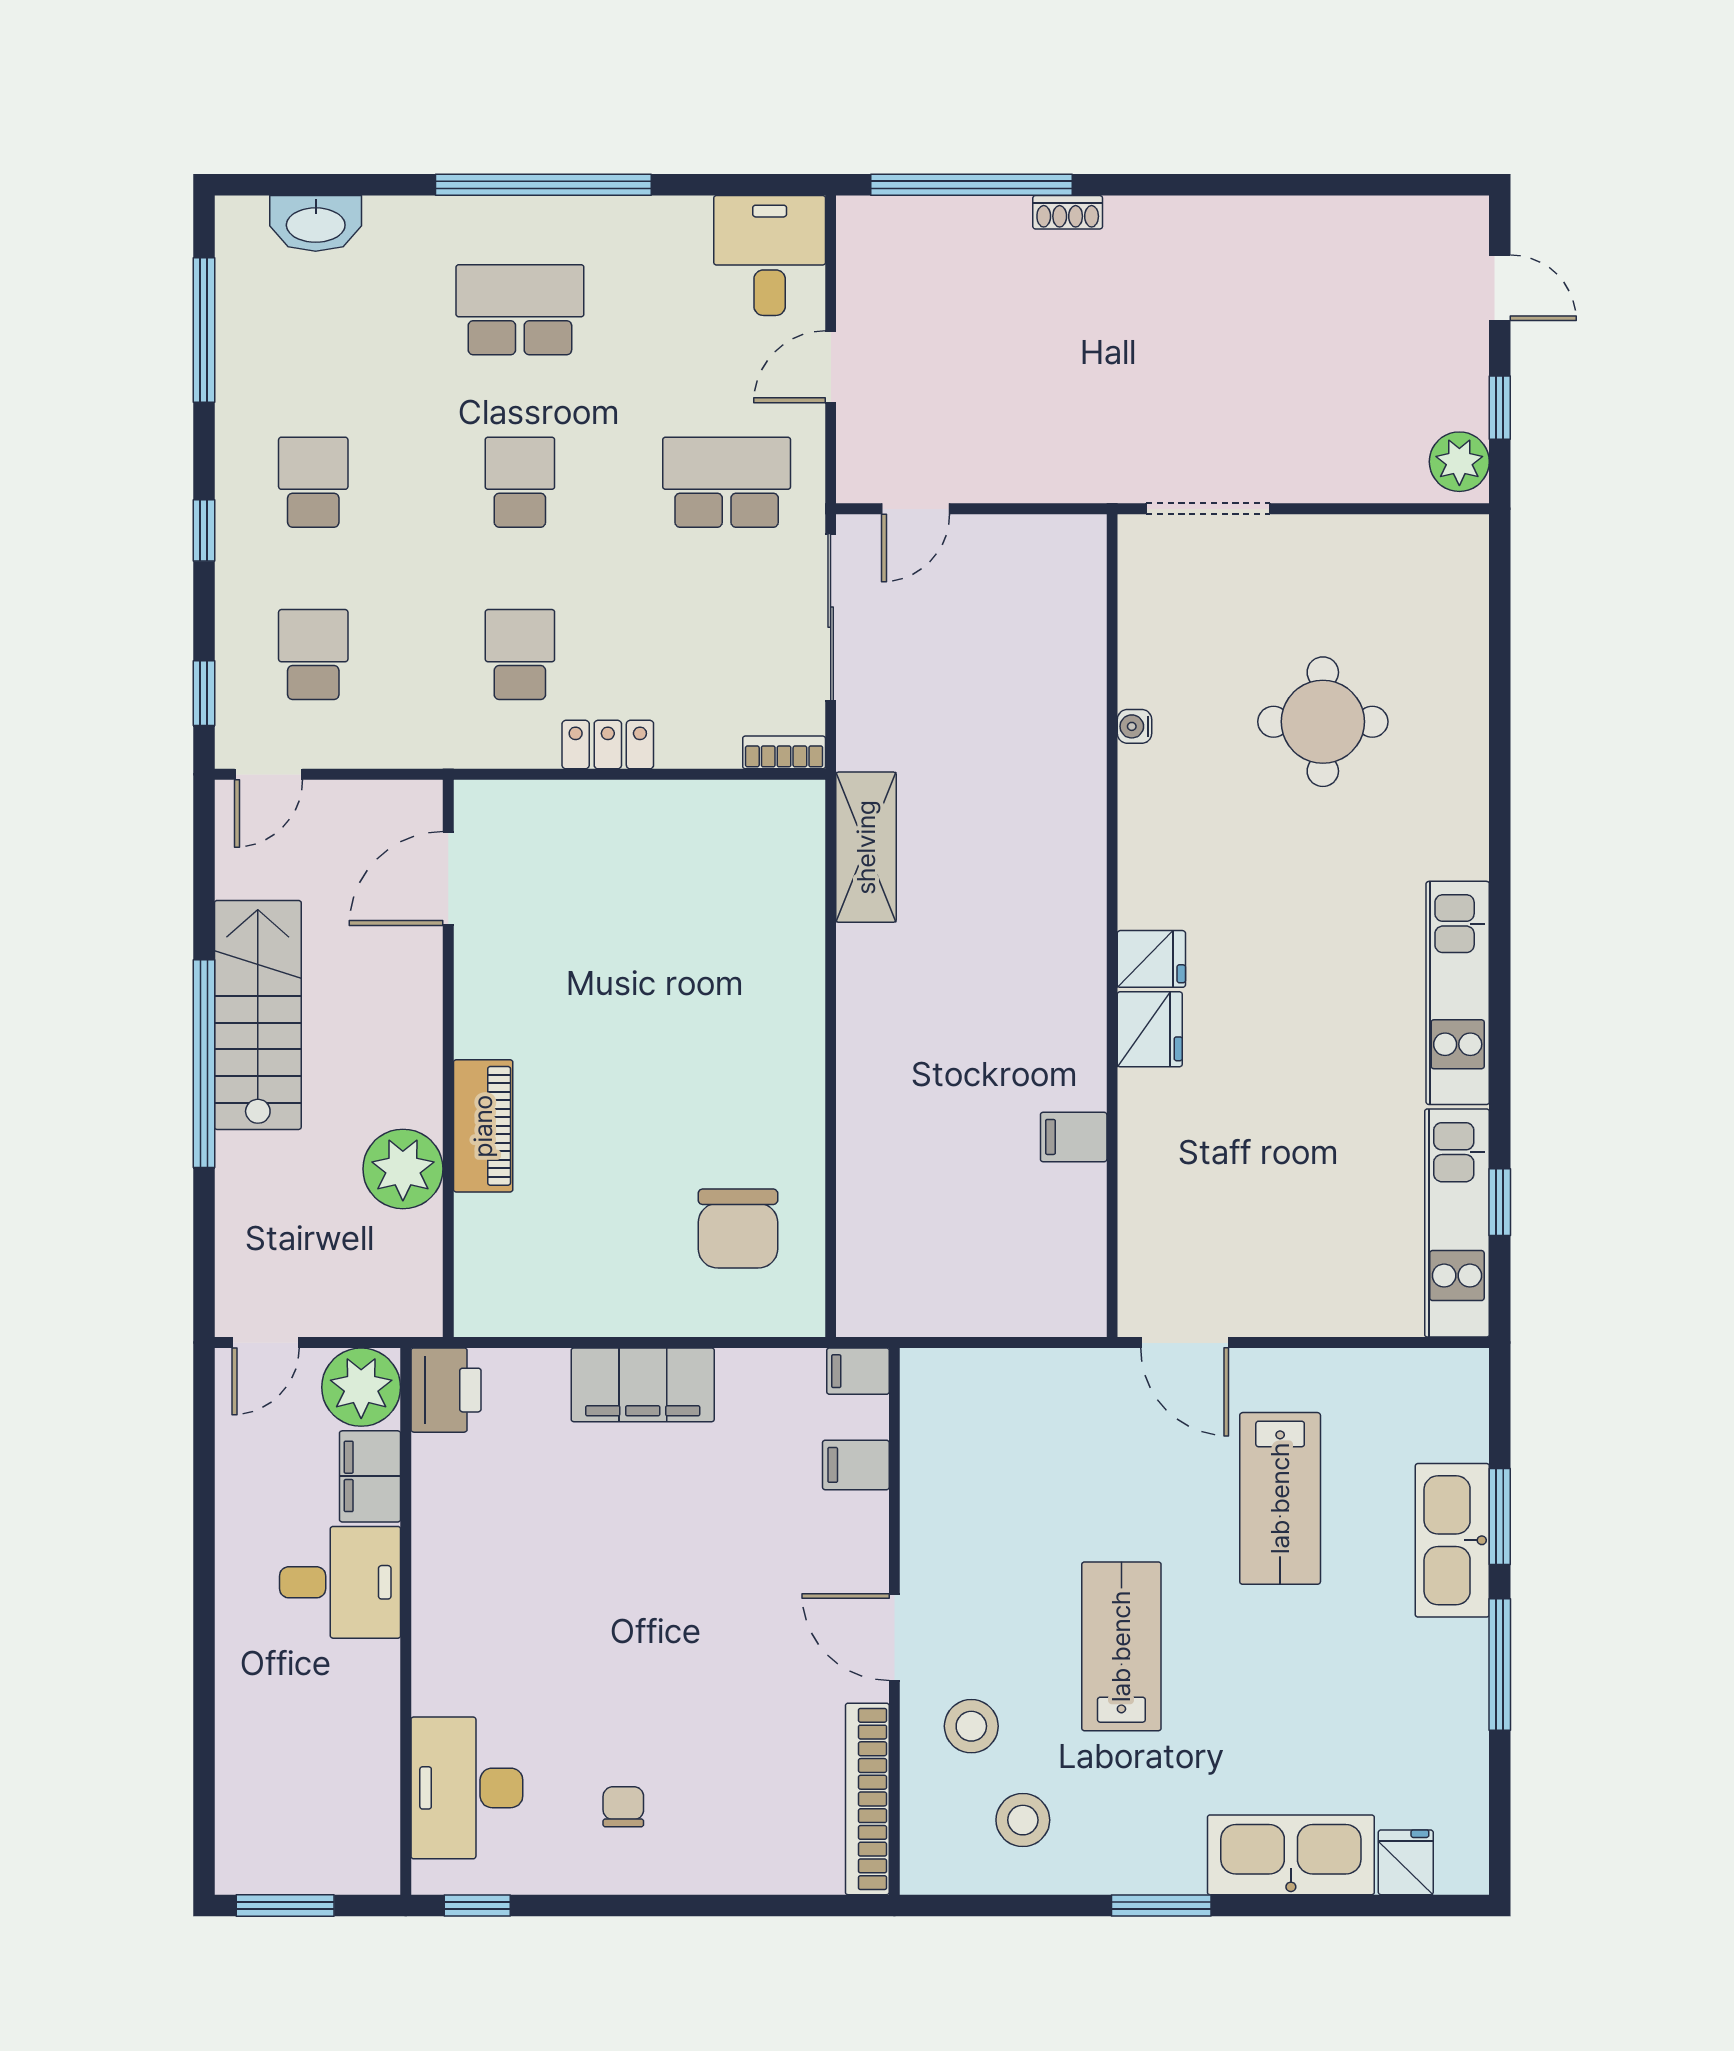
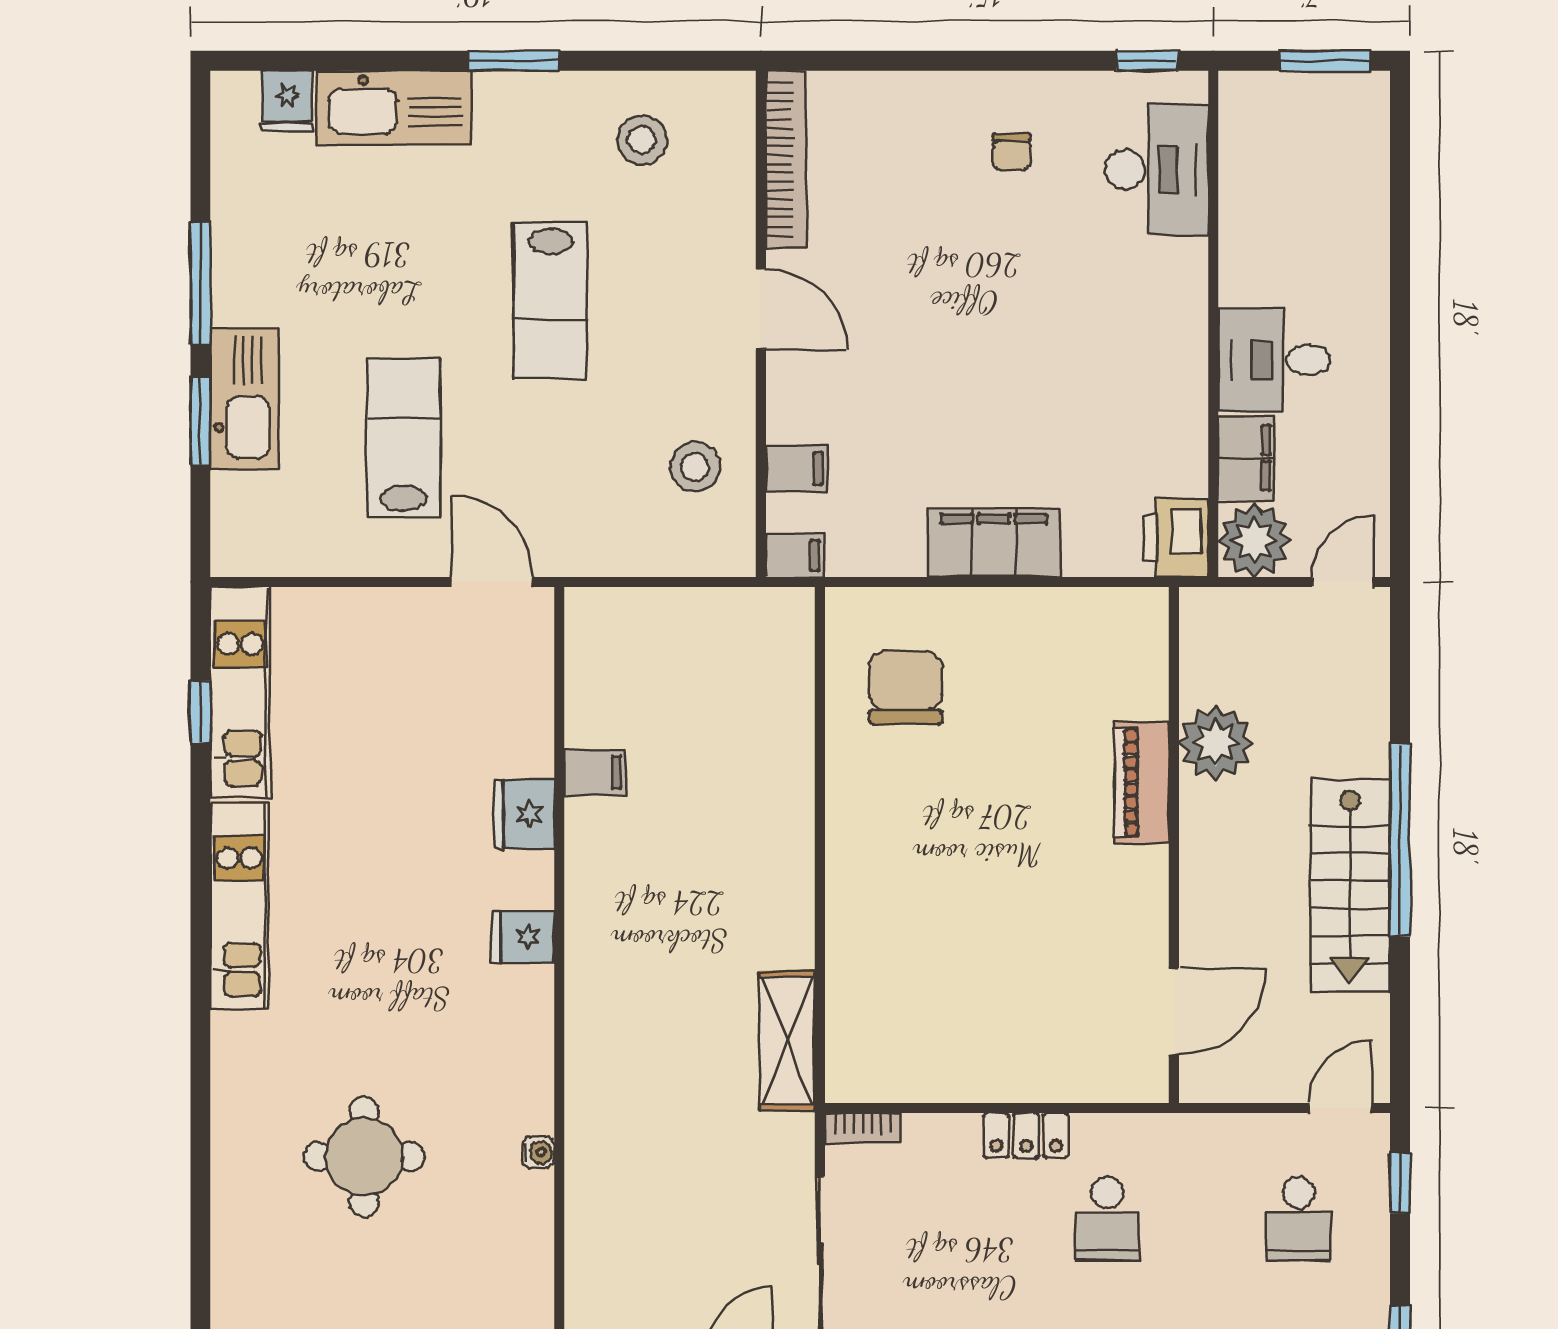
fridge: (1150, 1029) -> (524, 814), moved
stool: (971, 1726) -> (695, 467), moved

